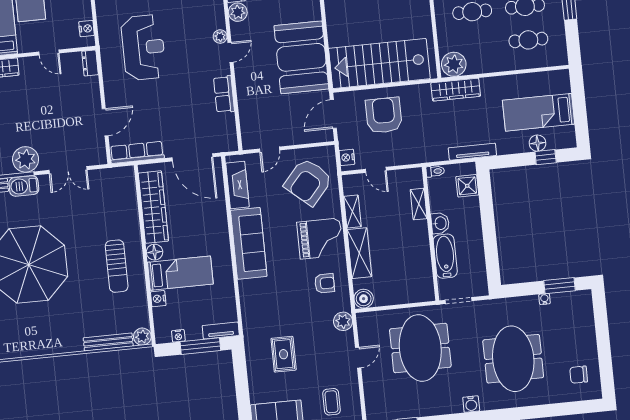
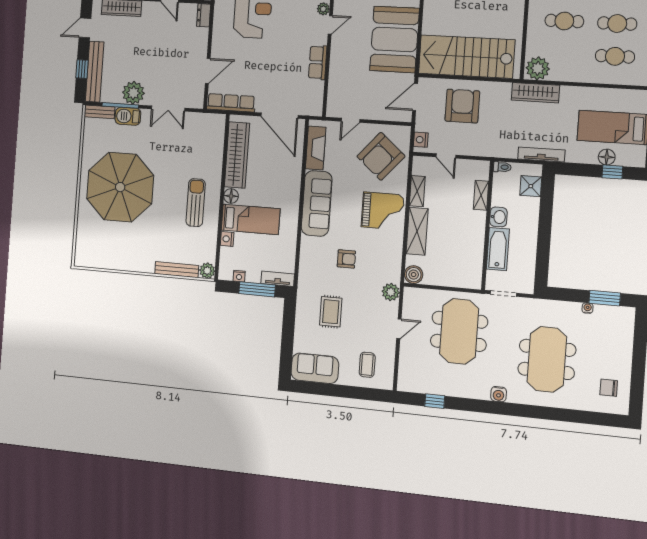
sun lounger: (117, 266) -> (196, 203), turned 180
armchair: (325, 283) -> (346, 259), moved

